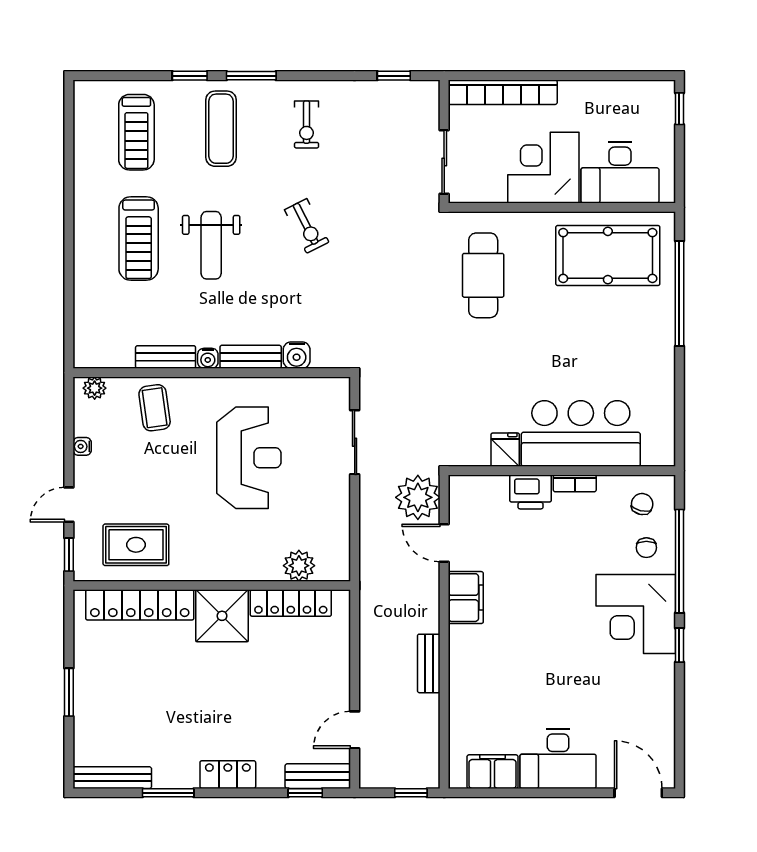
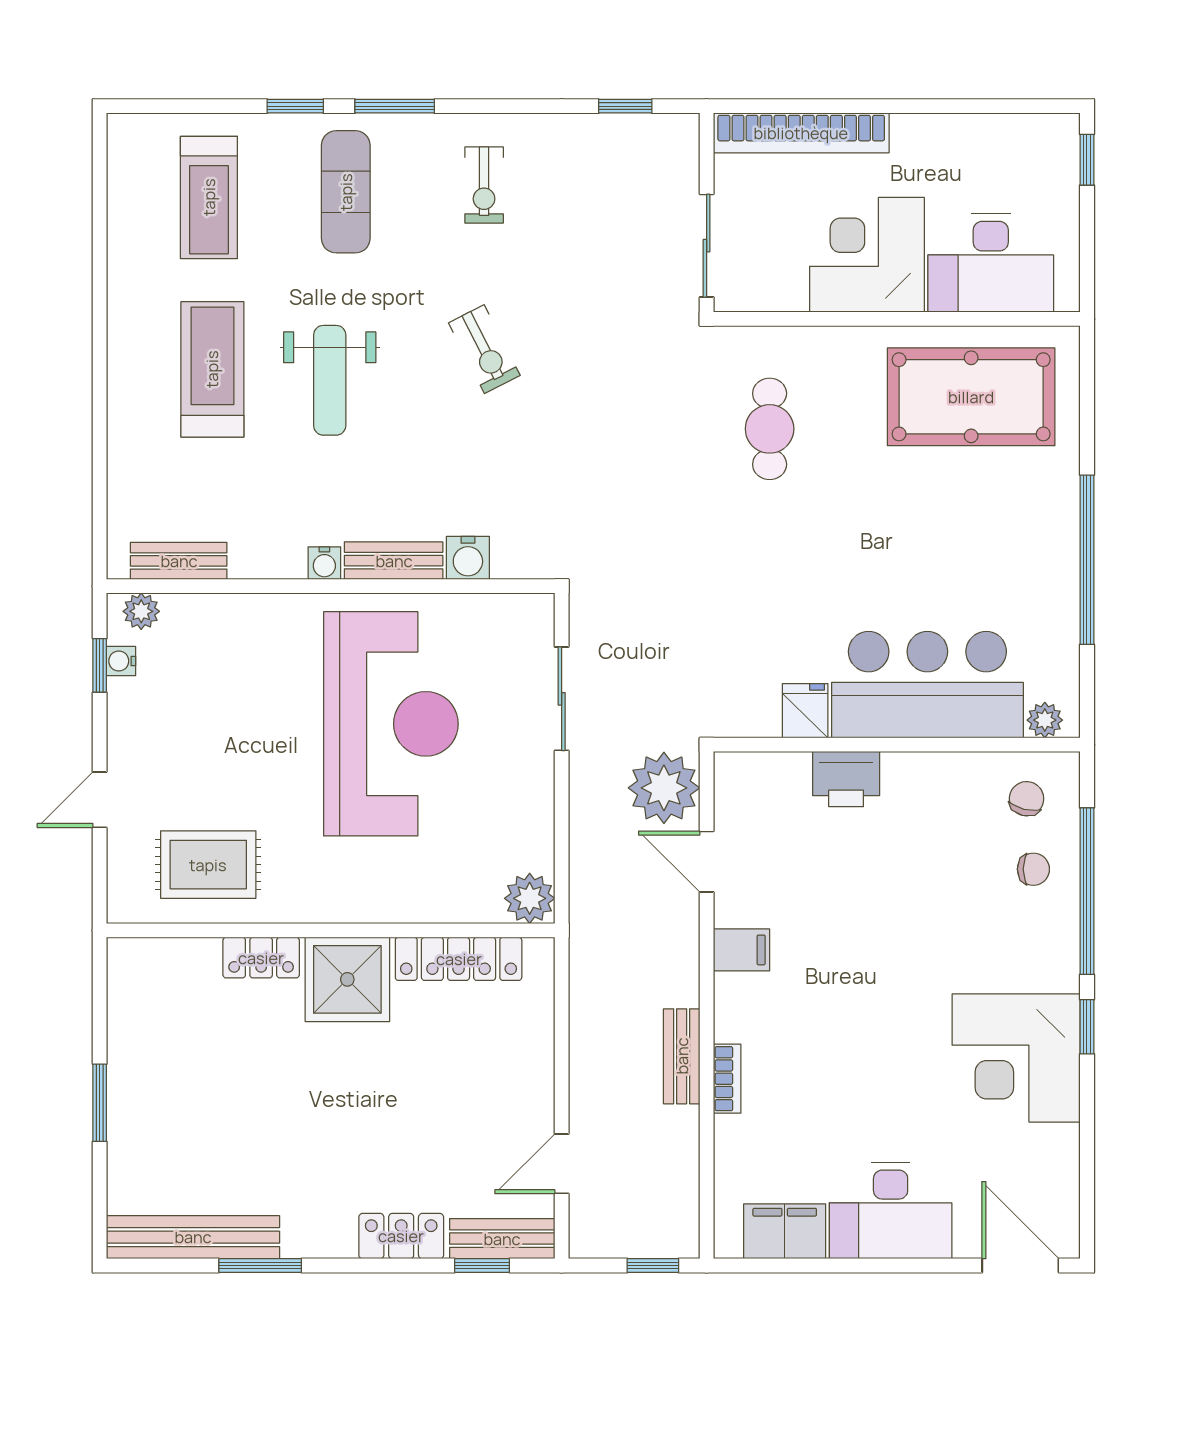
treadmill: (139, 239) -> (212, 369), turned 180
cafe table: (483, 275) -> (770, 429), width x0.73, depth x0.74
window: (679, 293) -> (1087, 560), moved
bench: (166, 357) -> (179, 561), moved
coffee table: (155, 408) -> (238, 643), removed
water cooler: (82, 446) -> (121, 661), moved
plant: (653, 455) -> (1045, 720), added
reception desk: (249, 458) -> (391, 724), width x1.36, depth x1.30
bookcase: (575, 483) -> (727, 1079), moved, turned -90
chair: (646, 548) -> (1033, 869), turned -90
window: (69, 555) -> (100, 665), moved
plant: (299, 566) -> (530, 898), moved
filing cabinet: (466, 598) -> (741, 950), width x0.50
locker: (140, 605) -> (261, 958), width x0.46, depth x0.83
corner desk: (636, 614) -> (1016, 1058), moved
locker: (228, 775) -> (401, 1236), moved
bench: (112, 778) -> (193, 1237), width x1.37, depth x1.21

